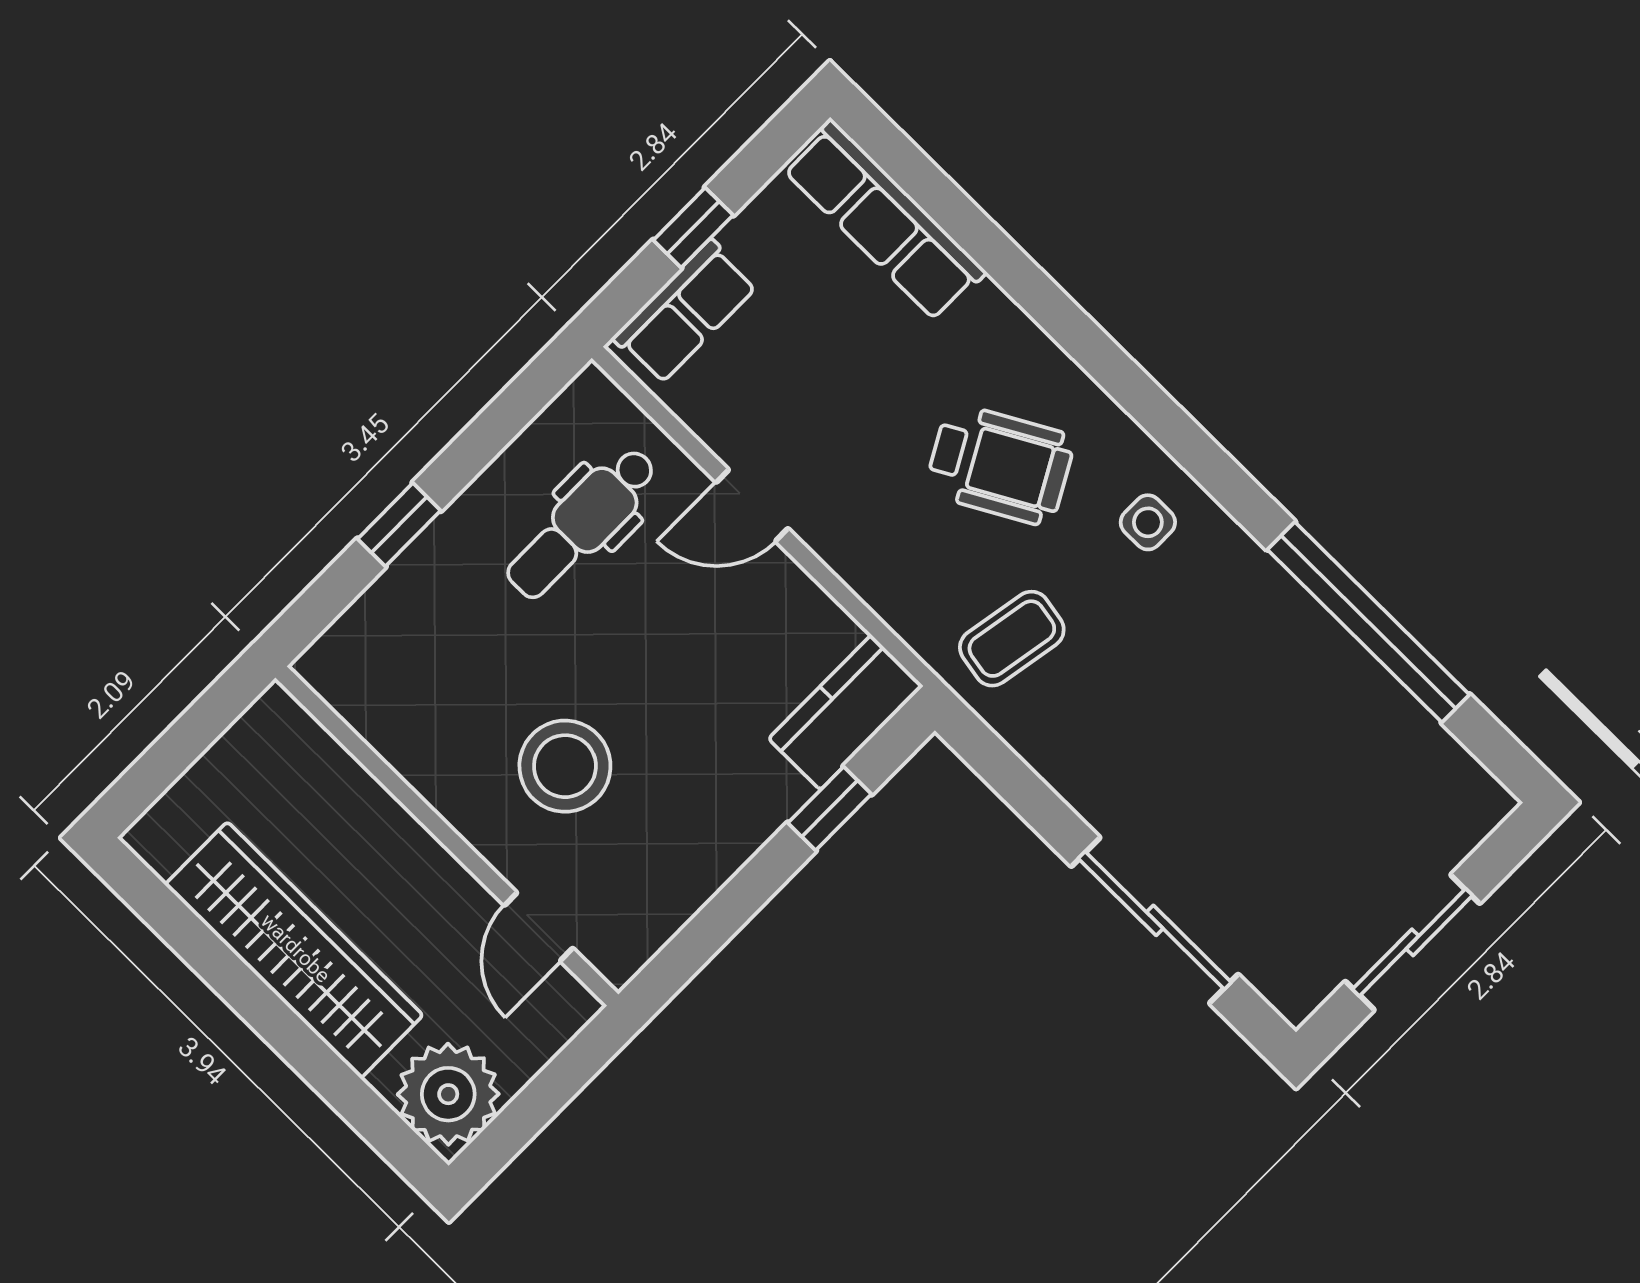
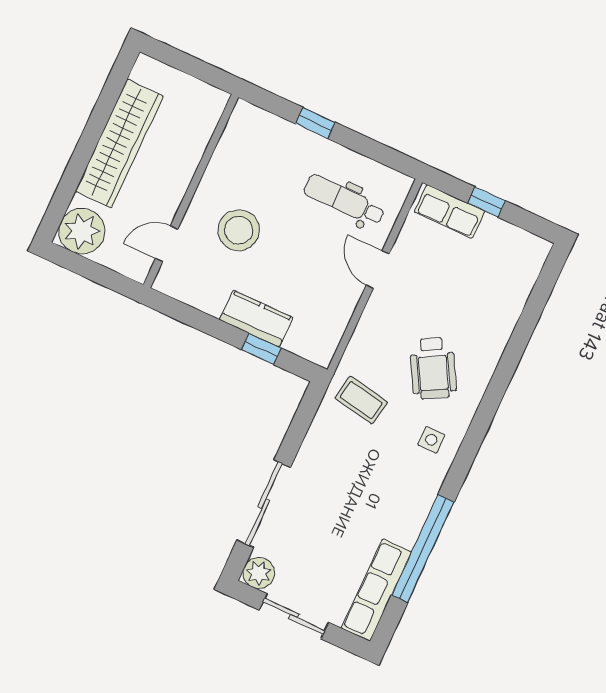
row of seats: (884, 221) -> (376, 590), moved
kitchen counter: (846, 712) -> (256, 319), moved
plant: (1296, 983) -> (259, 573), added

